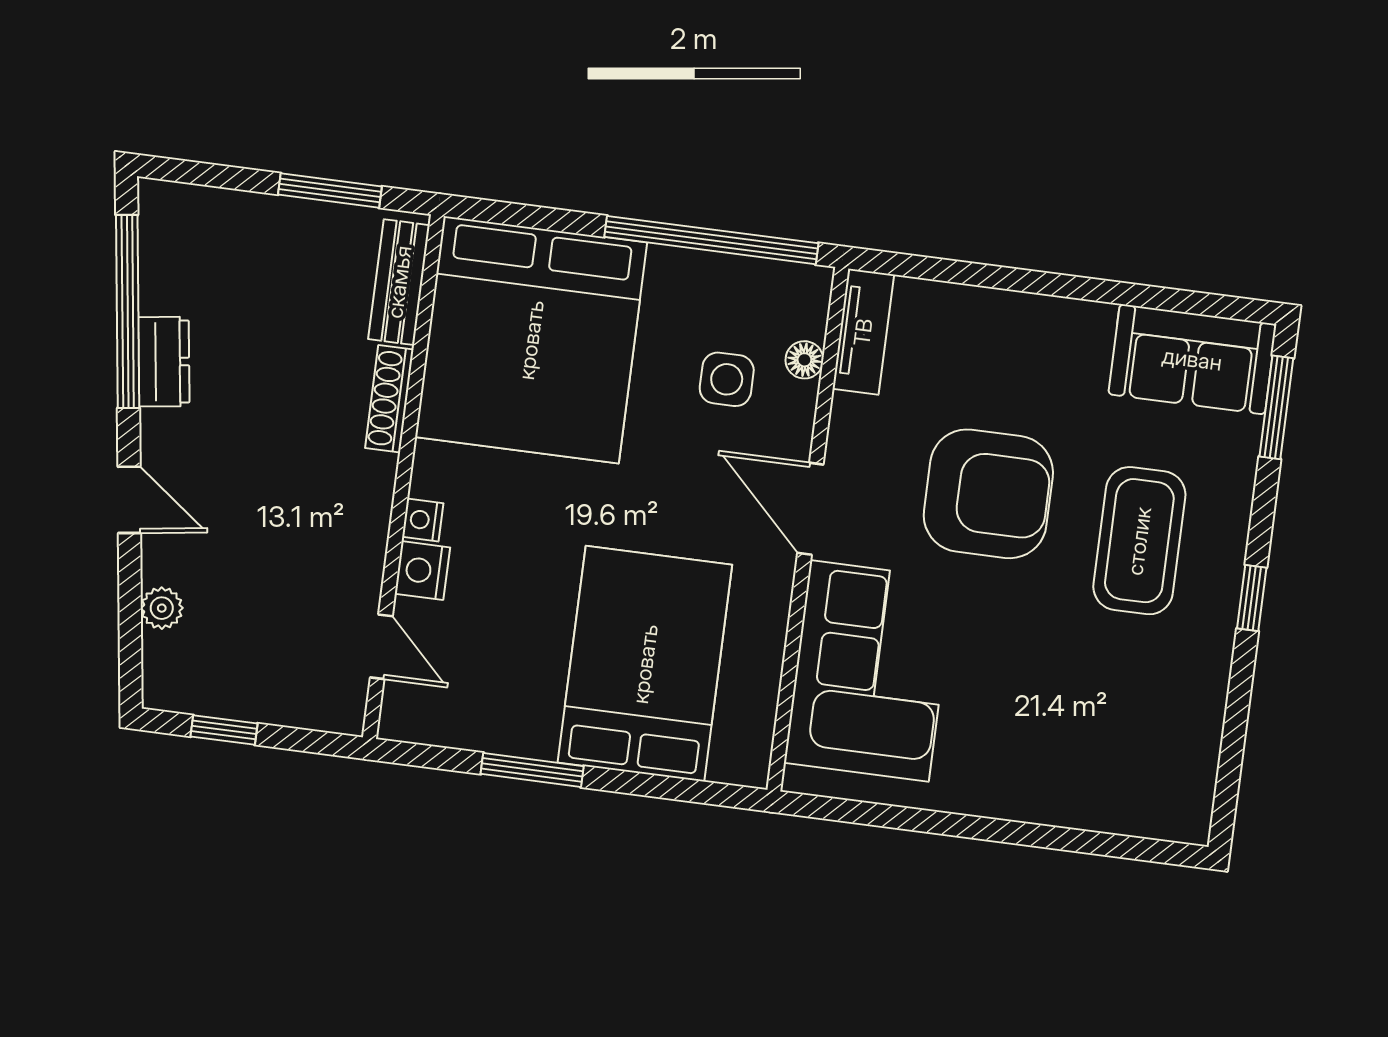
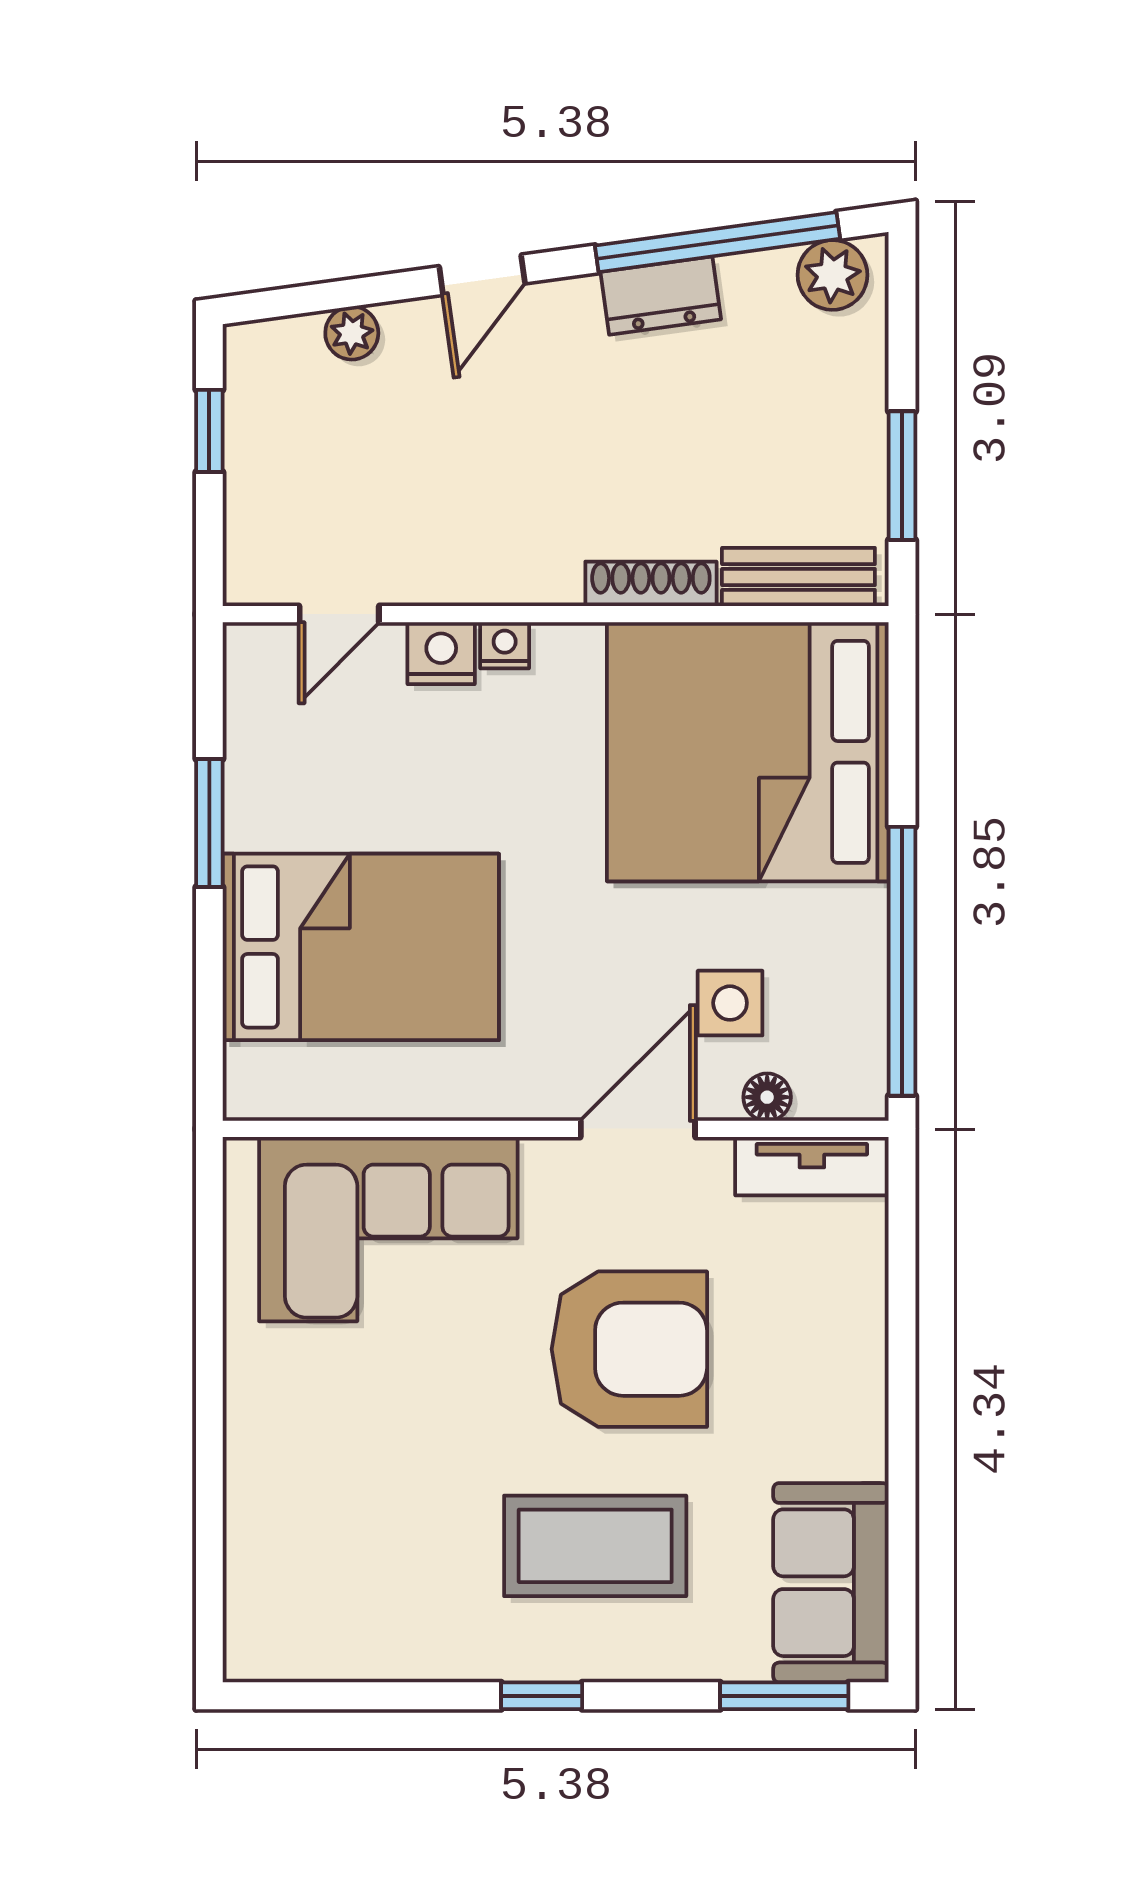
plant: (165, 225) -> (832, 275), added
armchair: (988, 494) -> (629, 1349), turned -90
door: (810, 509) -> (638, 1129), moved

